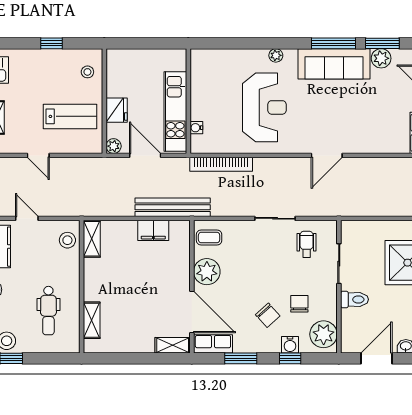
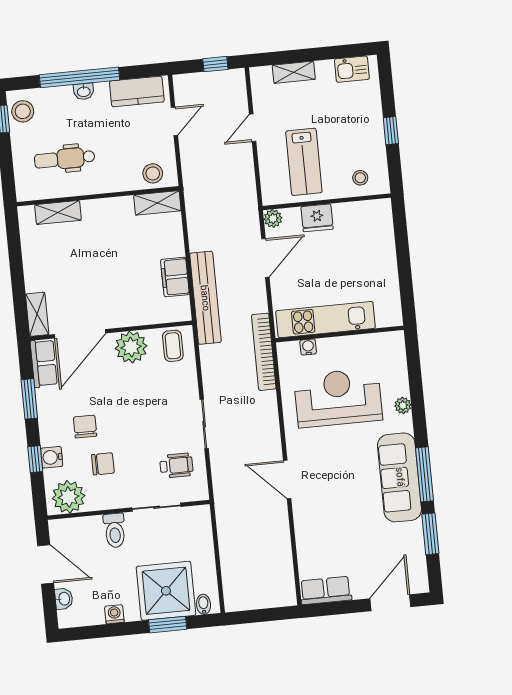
plant: (381, 58) -> (412, 534), removed
wall: (188, 101) -> (340, 334), moved
reception desk: (264, 107) -> (338, 398), turned 180
kitchen unit: (175, 111) -> (325, 320), moved
water cooler: (196, 128) -> (308, 347), moved
chair: (268, 315) -> (85, 427), turned 132

